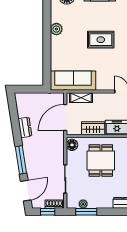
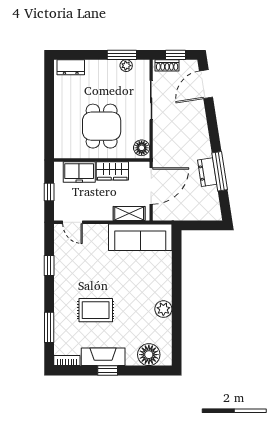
rug: (101, 40) -> (96, 310), moved
window: (21, 160) -> (220, 171), moved

